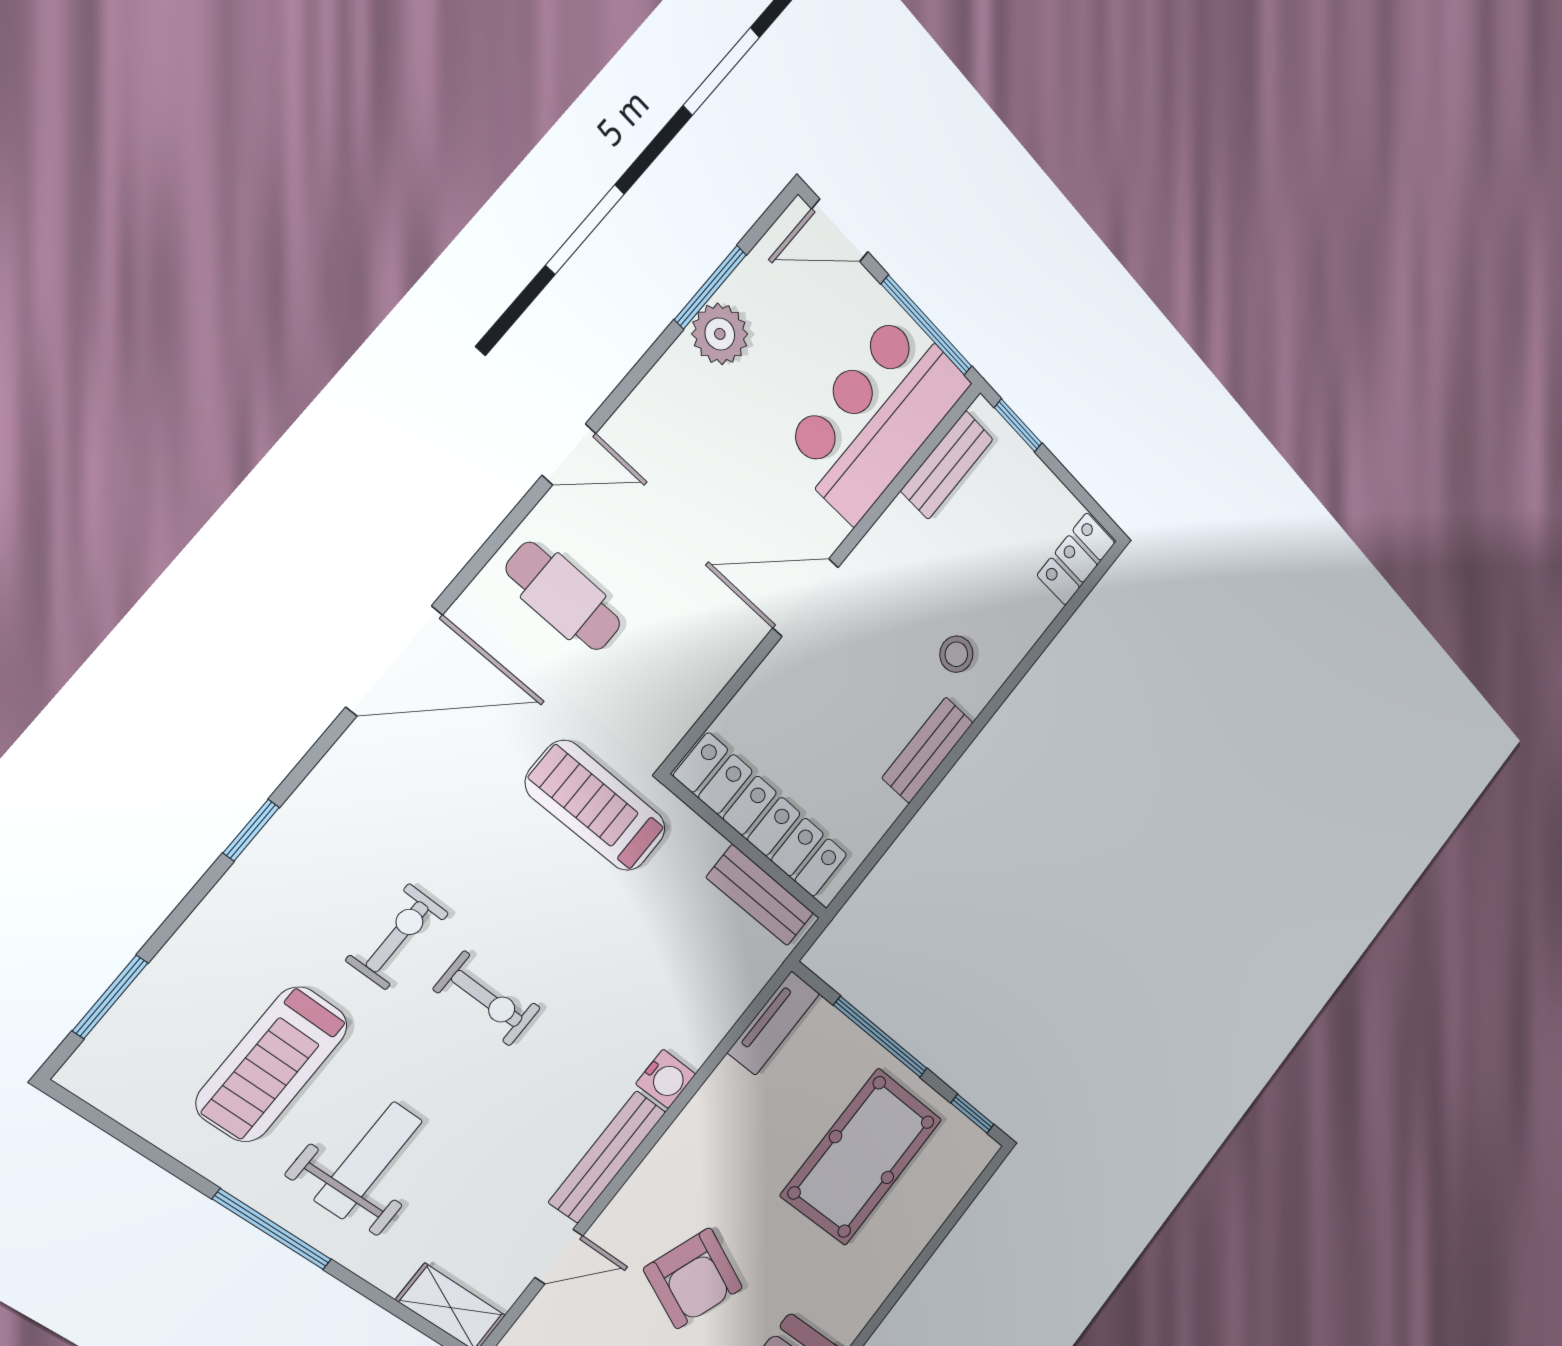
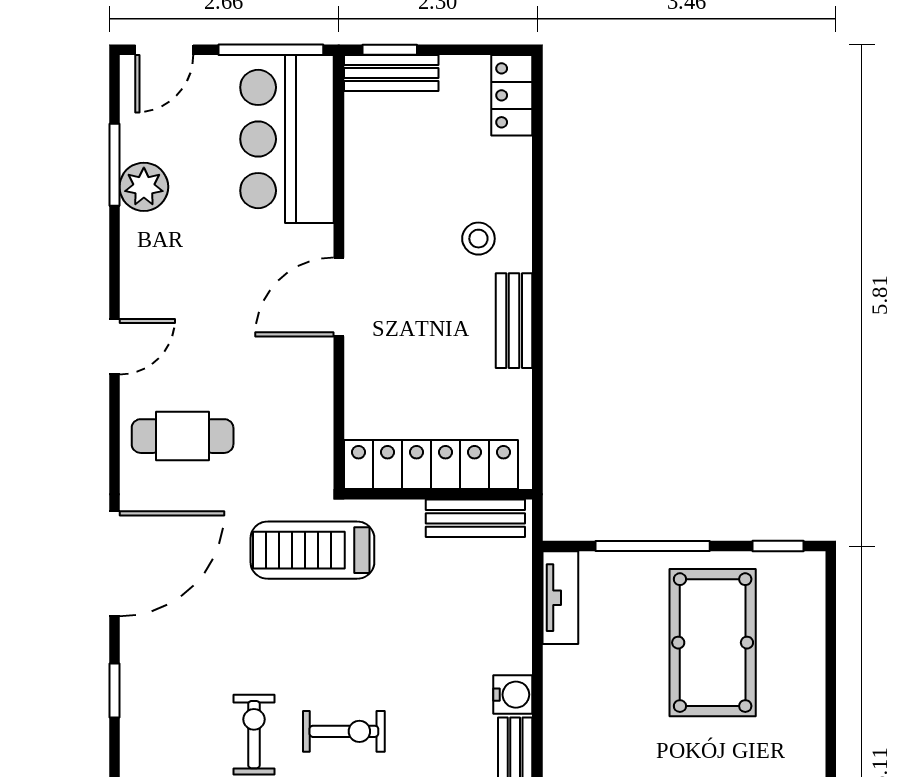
bench: (947, 465) -> (391, 73), moved, turned 90
window: (251, 830) -> (114, 691), moved

